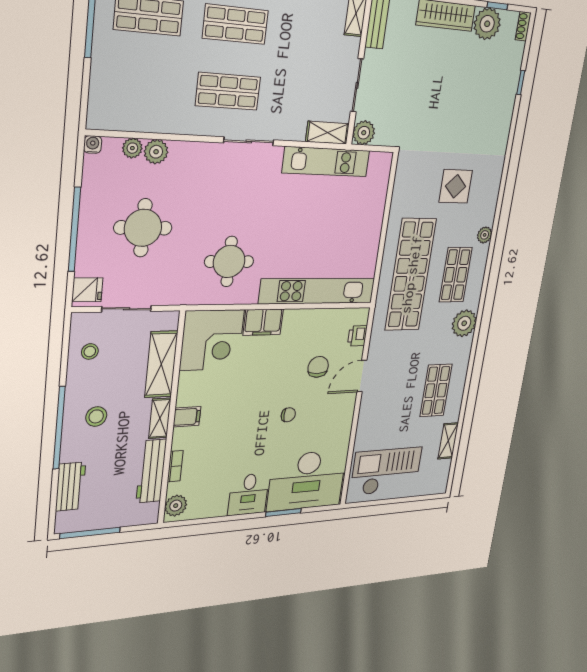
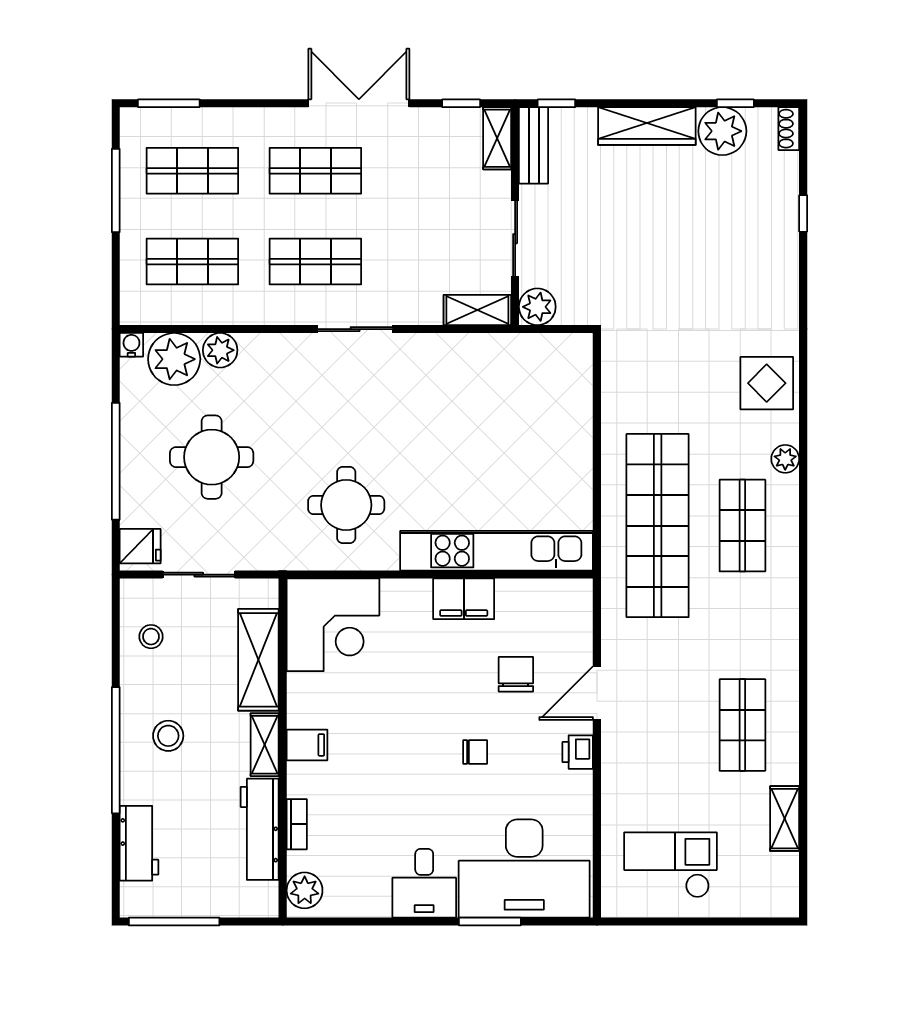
shop shelf: (142, 85) -> (192, 262), added
plant: (132, 148) -> (174, 359), width x1.88, depth x1.88
kitchen unit: (326, 162) -> (482, 353), removed
display table: (456, 186) -> (767, 383), moved
filing cabinet: (263, 322) -> (464, 599), moved
plant: (464, 323) -> (775, 609), removed
printer: (357, 336) -> (578, 752), moved
checkout: (386, 471) -> (670, 865), width x0.73, depth x0.83

